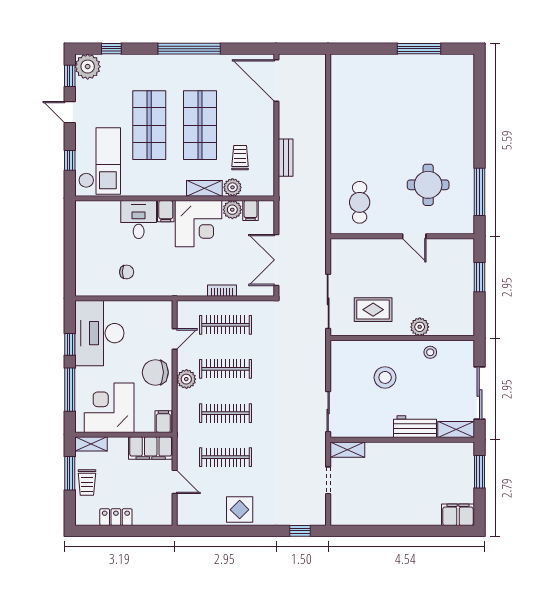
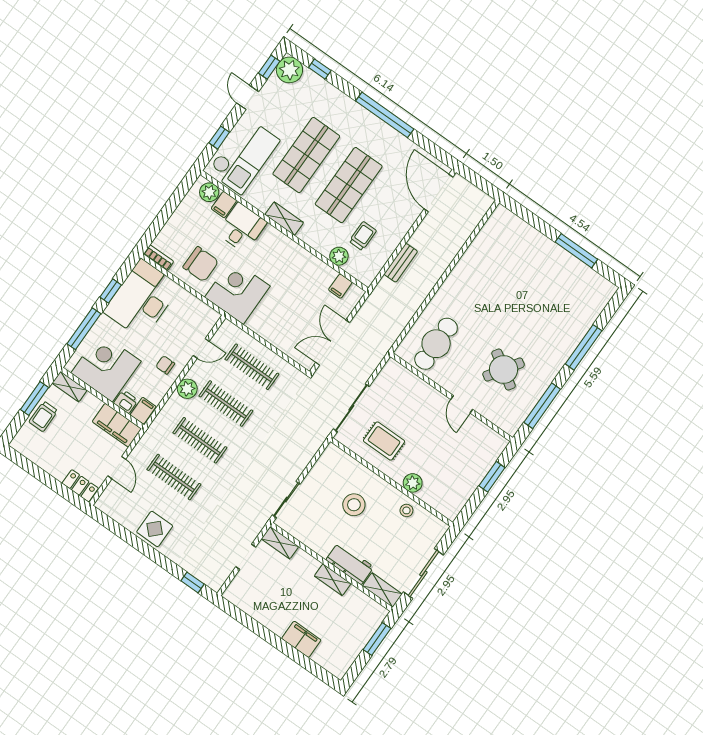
window: (479, 122) -> (584, 347), added
round table: (428, 185) -> (504, 370), turned 33
shelving: (204, 188) -> (284, 219), moved
cafe table: (360, 202) -> (436, 344), width x1.37, depth x1.35
plant: (232, 210) -> (209, 192), moved
filing cabinet: (166, 211) -> (224, 205), moved
corner desk: (198, 224) -> (237, 292), moved, turned 180
chair: (127, 272) -> (201, 264), width x1.87, depth x1.87
bookcase: (222, 291) -> (159, 258), moved
chair: (155, 372) -> (165, 365), width x0.54, depth x0.54
printer: (145, 424) -> (126, 402), added
shelving: (410, 449) -> (333, 580), added
filing cabinet: (458, 515) -> (301, 639), moved
locker: (116, 517) -> (80, 486), moved

